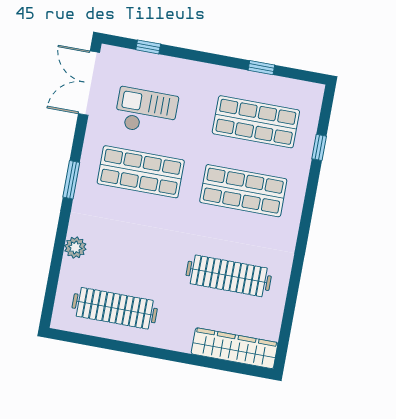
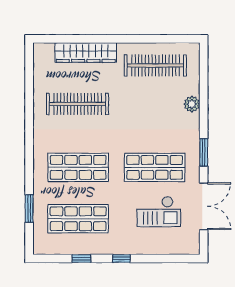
window: (148, 47) -> (121, 258), moved
double door: (89, 83) -> (204, 206), moved
window: (319, 147) -> (29, 209), width x1.50
wardrobe: (235, 348) -> (86, 52), moved

